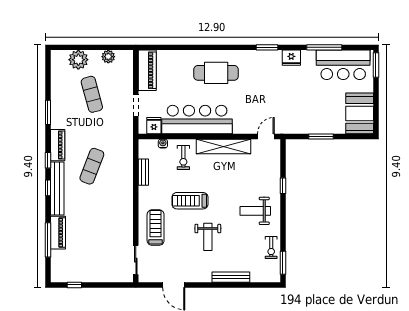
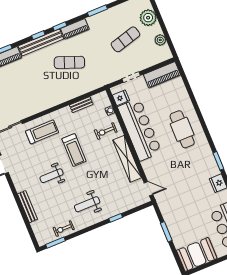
treadmill: (190, 201) -> (74, 150), turned 180
weight bench: (255, 211) -> (87, 204), turned -90

